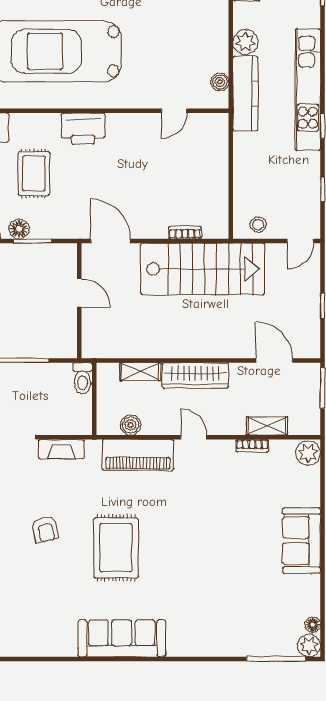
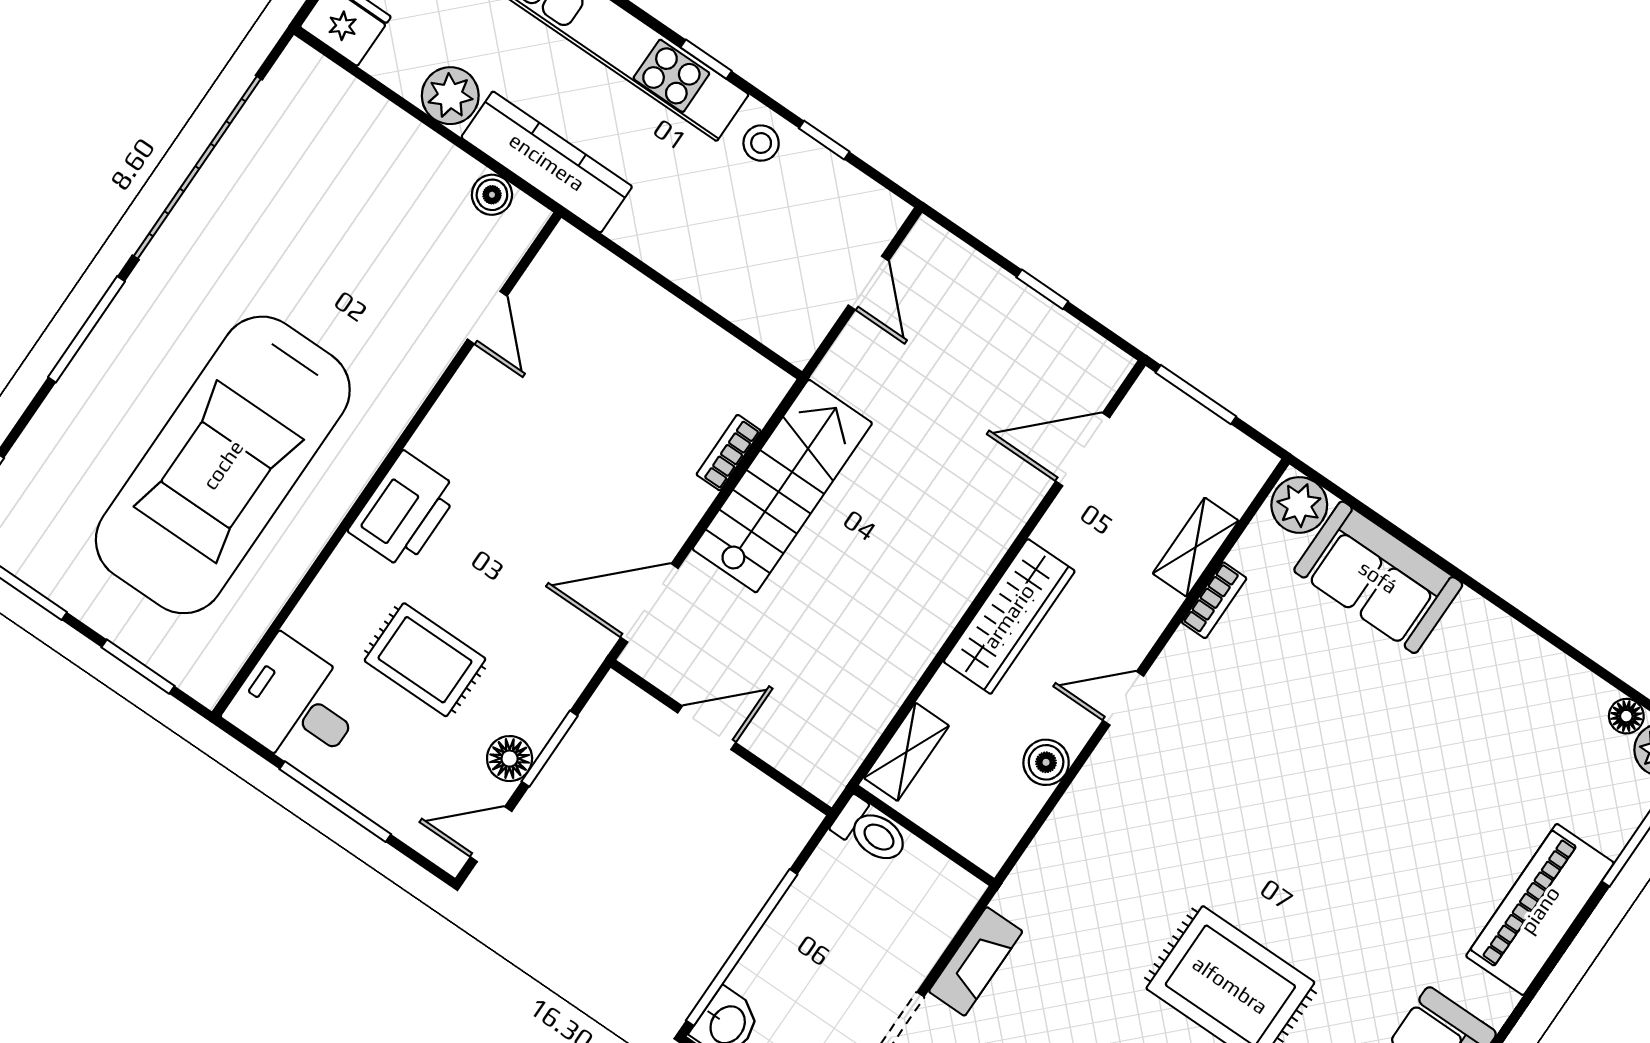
stool: (258, 225) -> (761, 143), moved
door: (300, 241) -> (868, 283), moved
stairs: (203, 269) -> (782, 486), width x0.73, depth x0.66
shelving: (140, 372) -> (906, 752), moved
boiler: (131, 425) -> (1046, 762), moved
piano: (138, 455) -> (1540, 910), moved, turned 180
sofa: (301, 541) -> (1378, 577), moved

